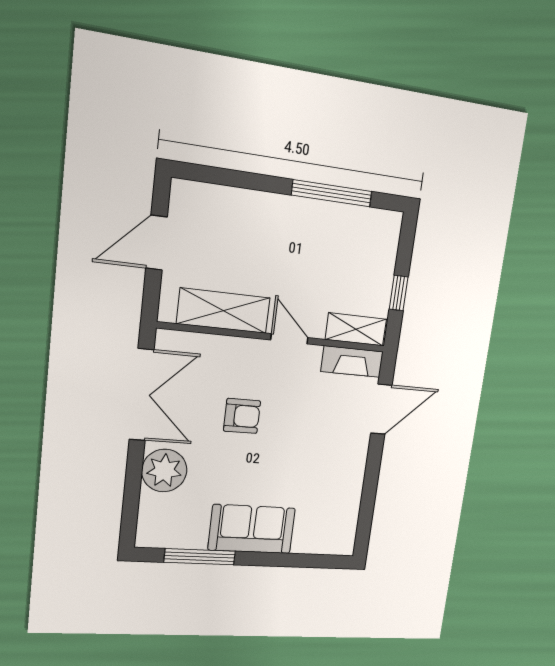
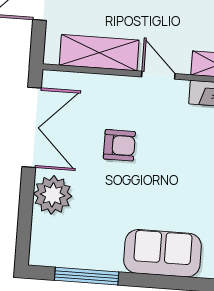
sofa: (252, 529) -> (163, 253), moved

